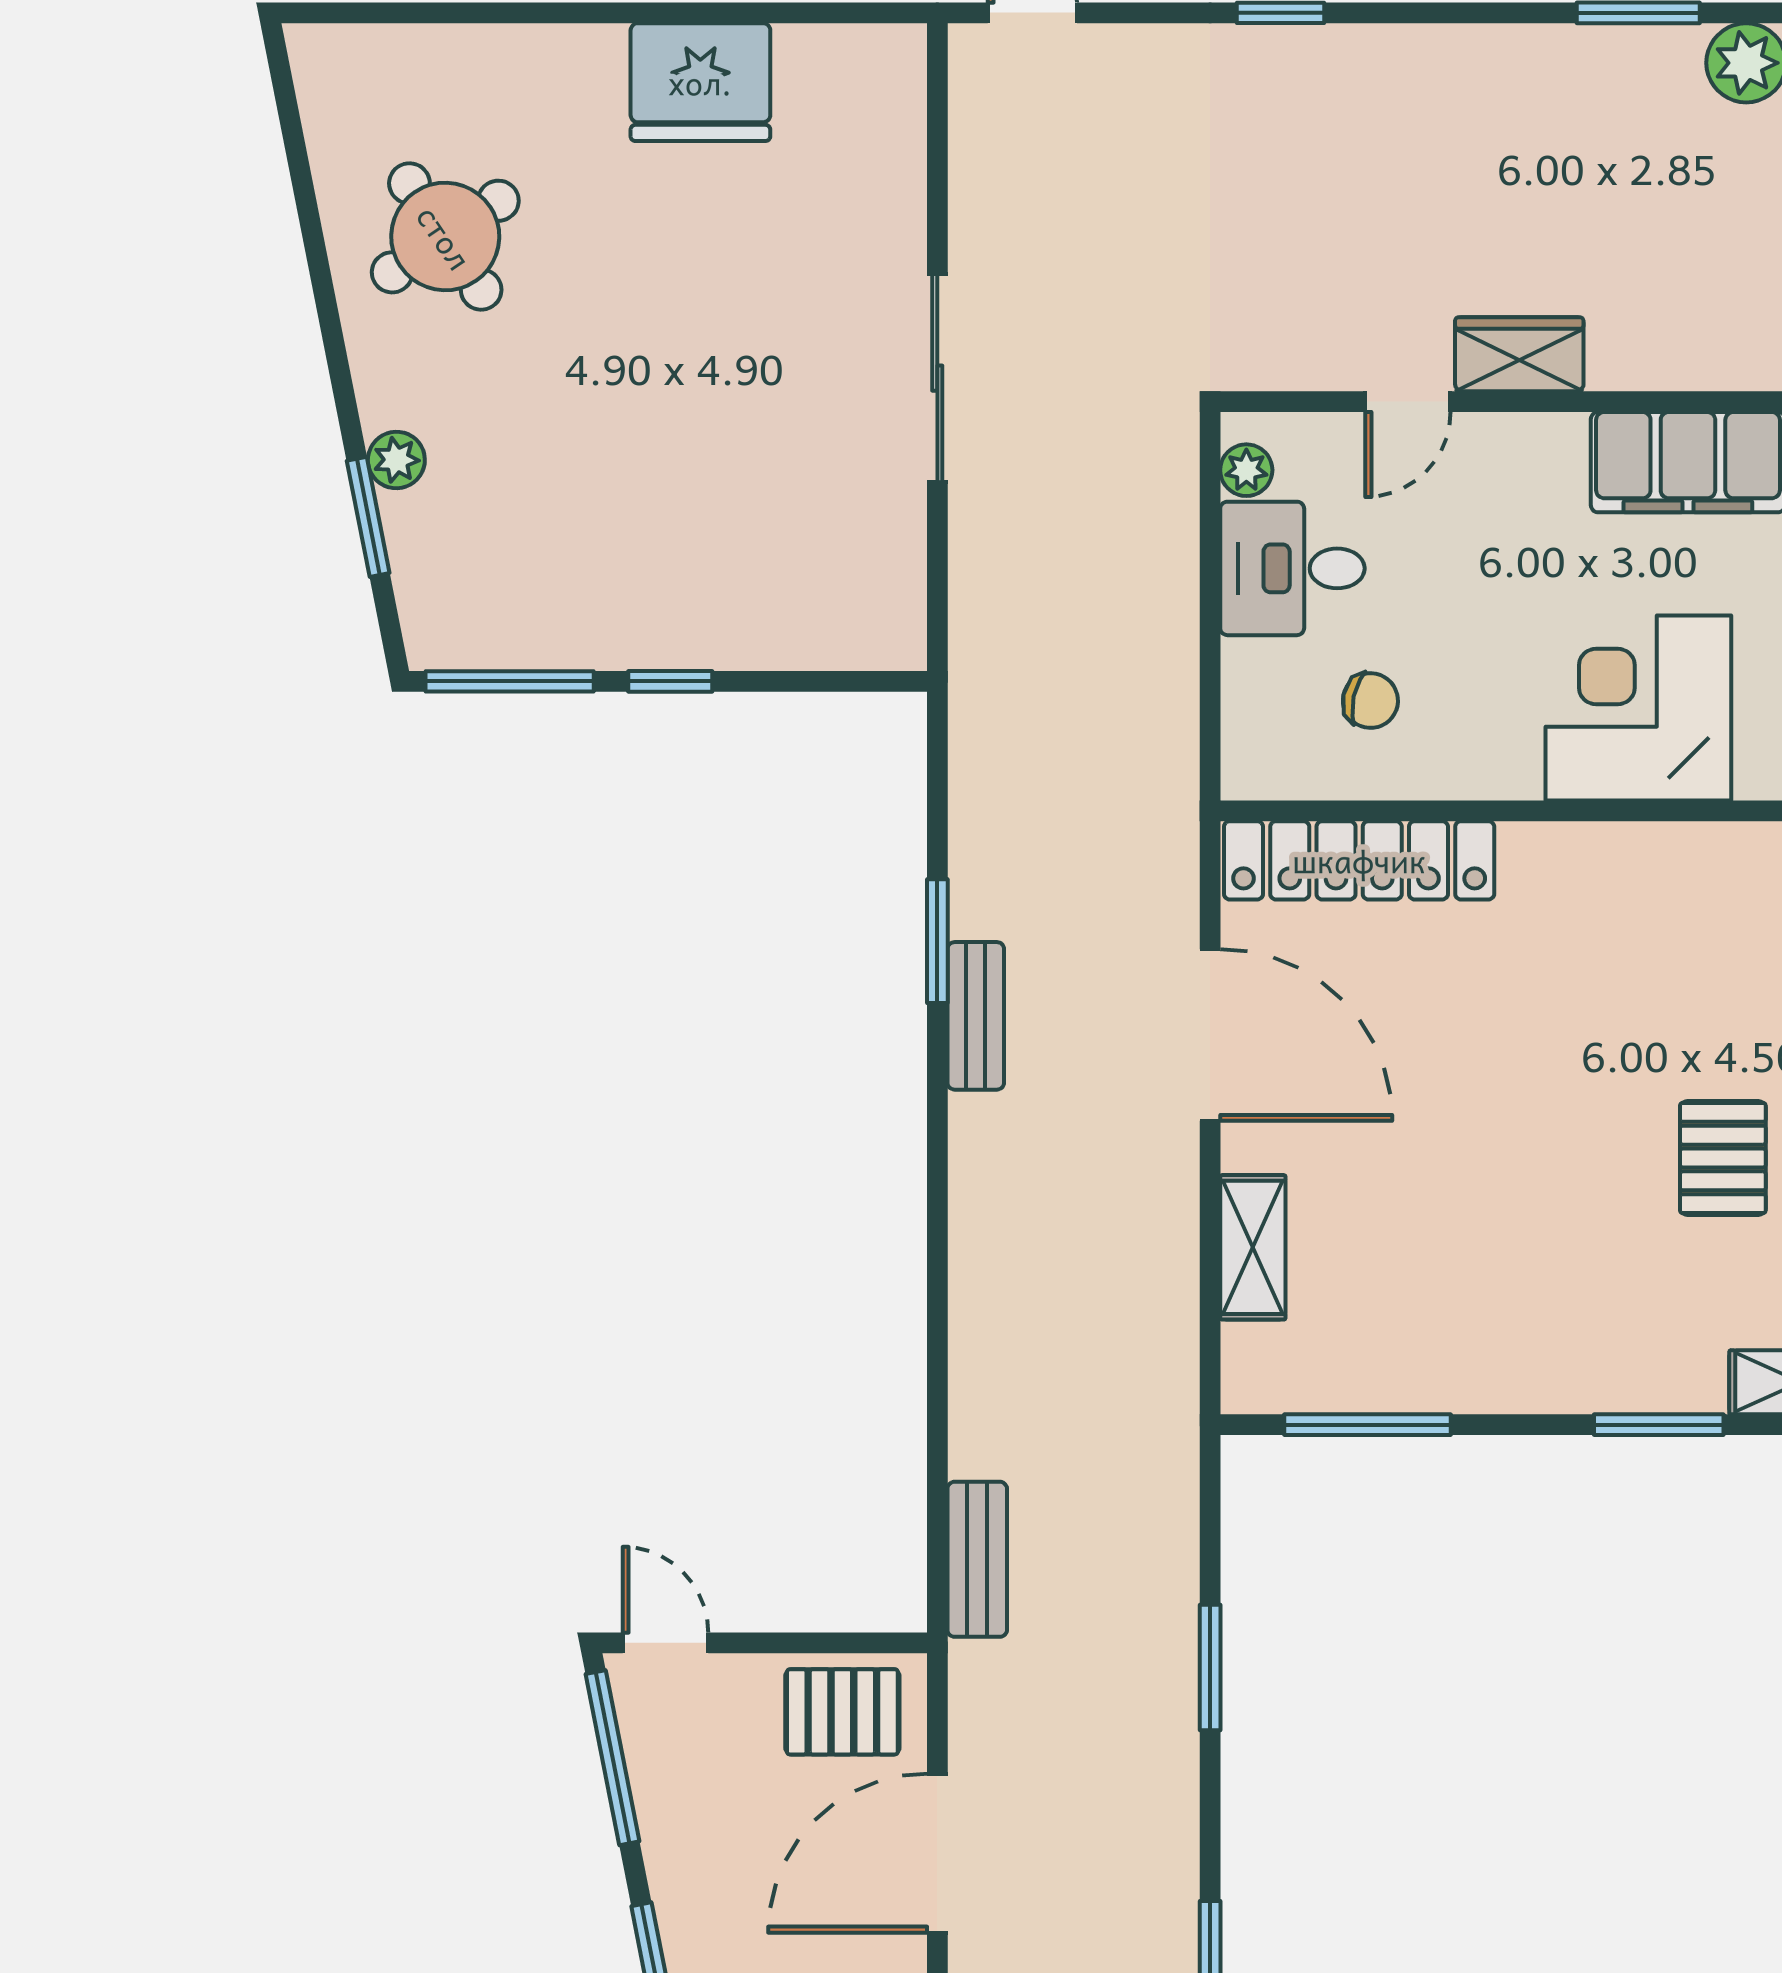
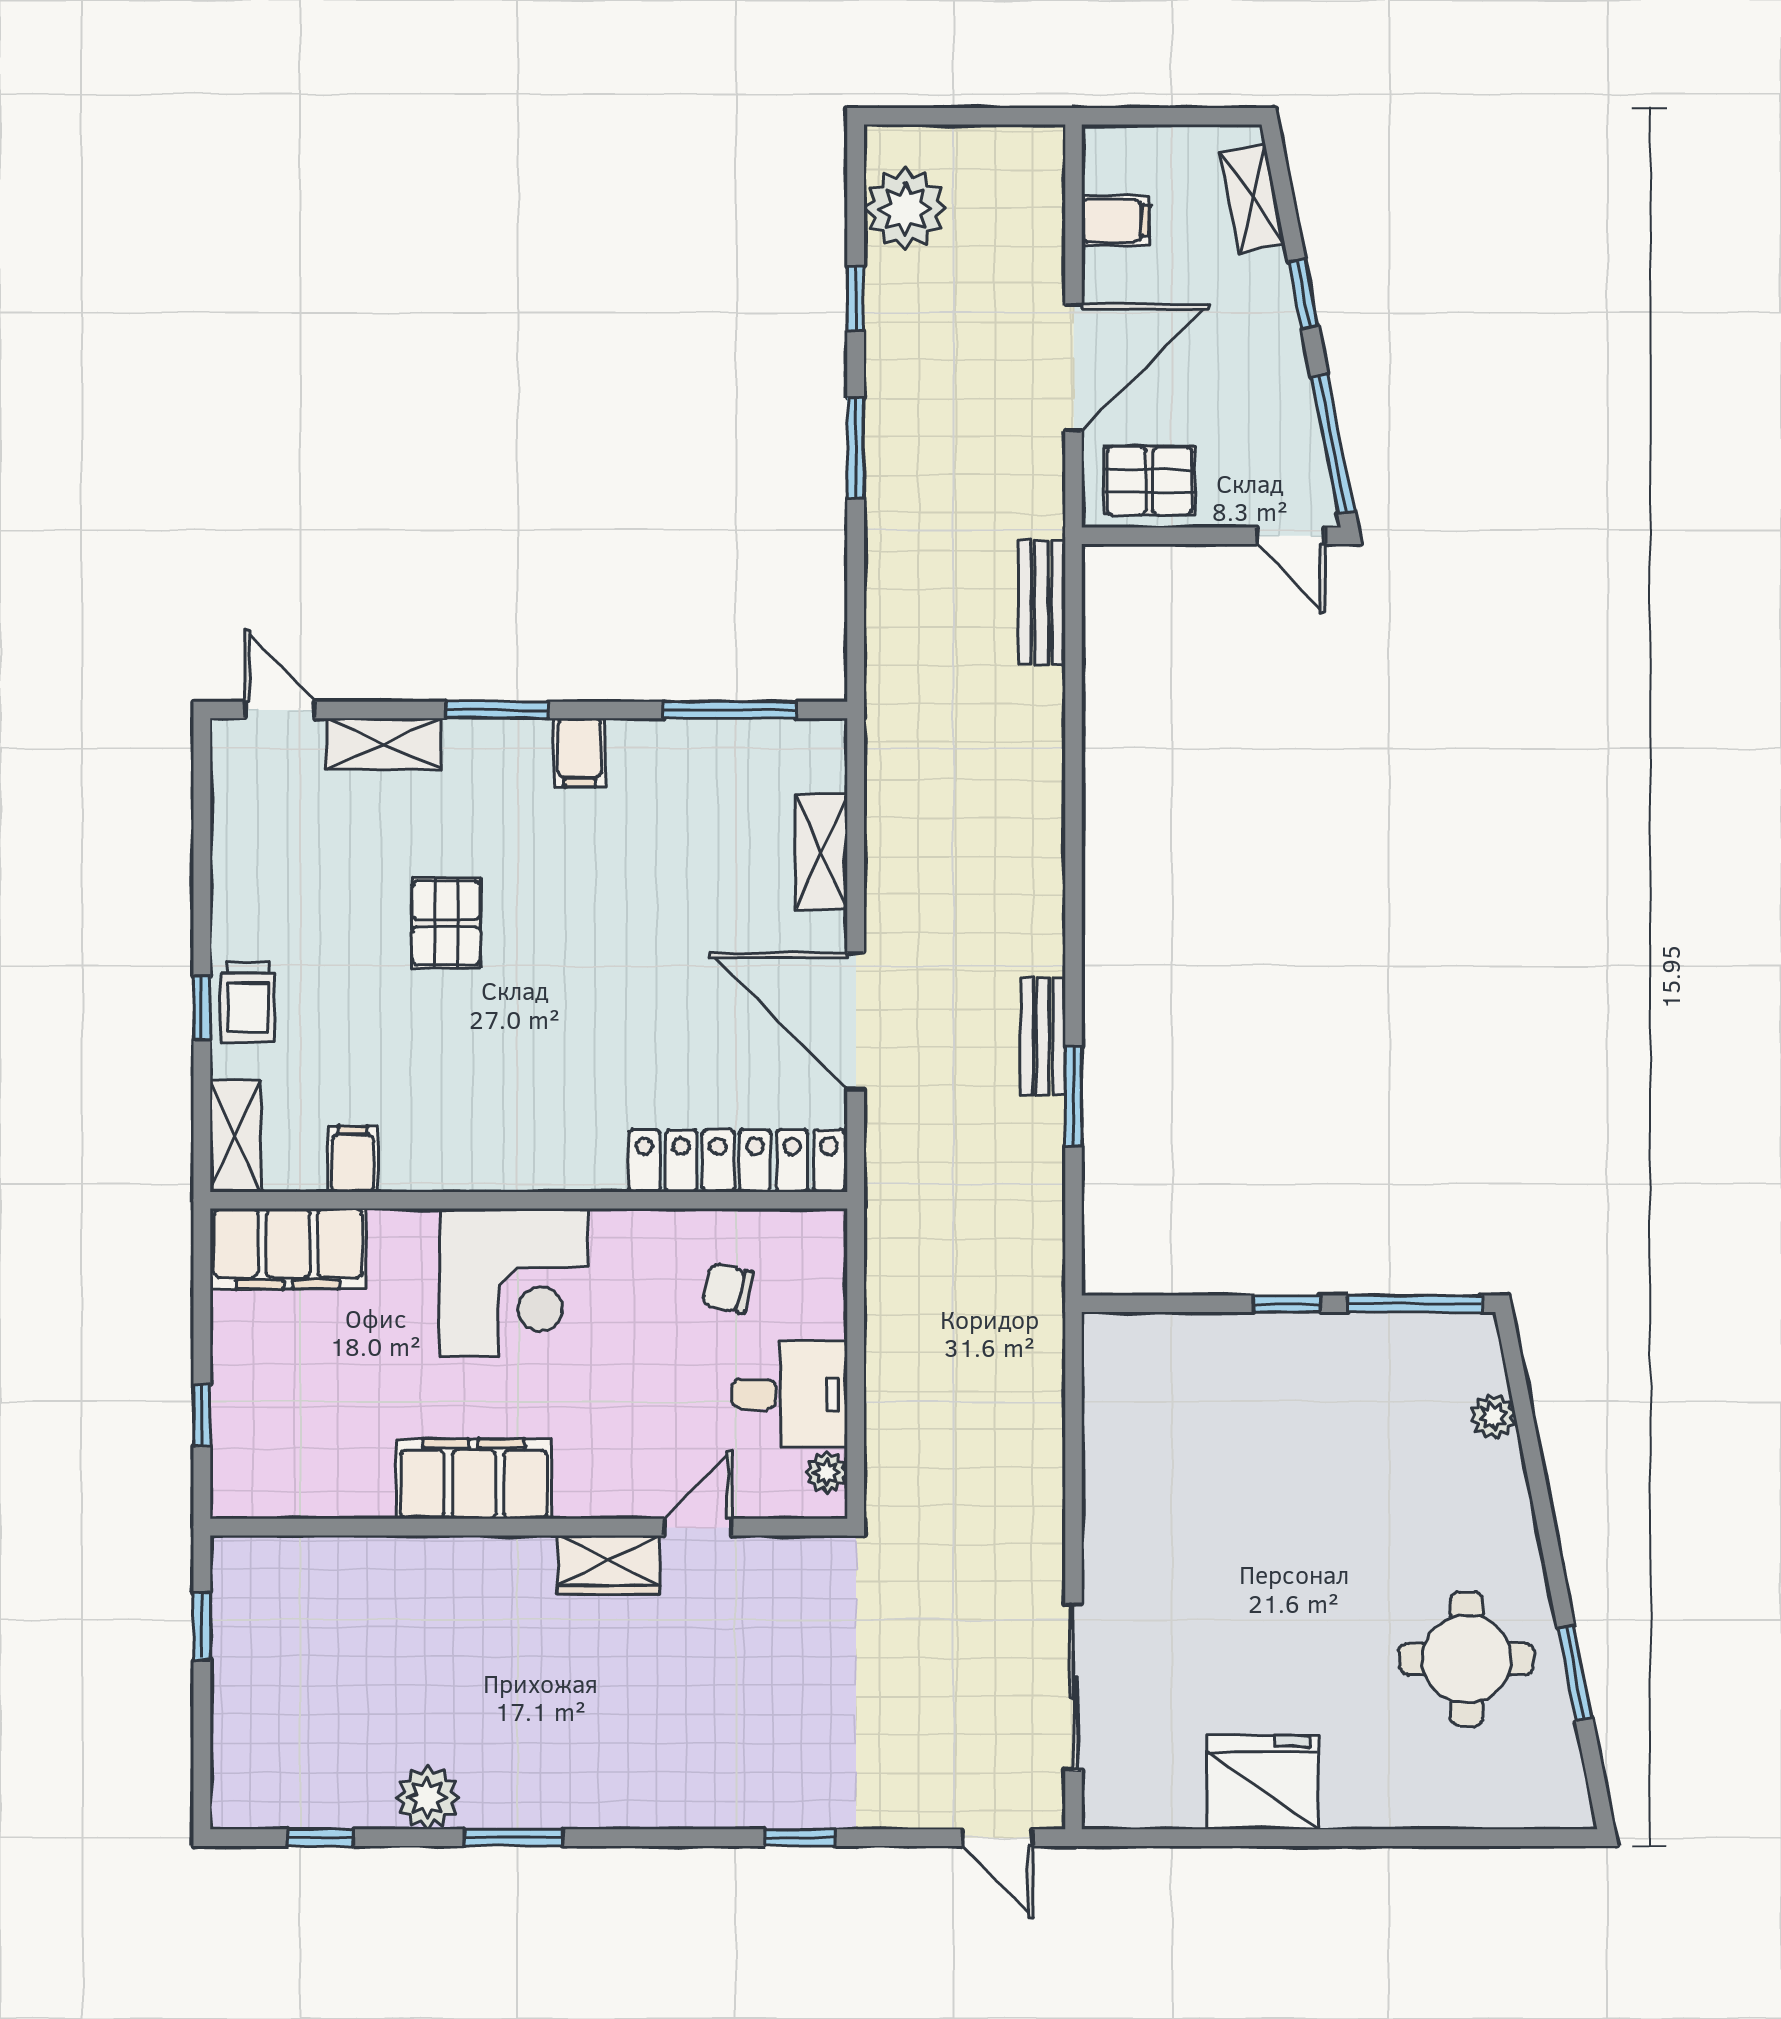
round table: (445, 237) -> (1466, 1659), turned 34
sliding door: (937, 378) -> (1073, 1687), moved
plant: (396, 460) -> (1493, 1416), moved
window: (368, 517) -> (1575, 1673), moved
filing cabinet: (1556, 1372) -> (580, 752), added
window: (1210, 1667) -> (856, 448), moved

